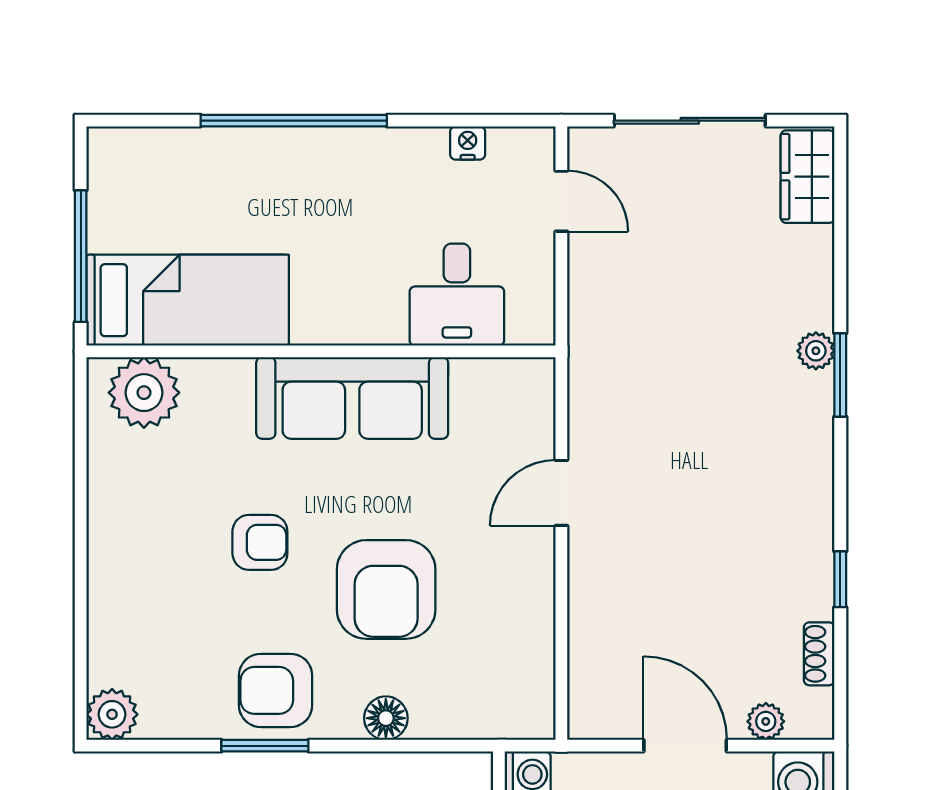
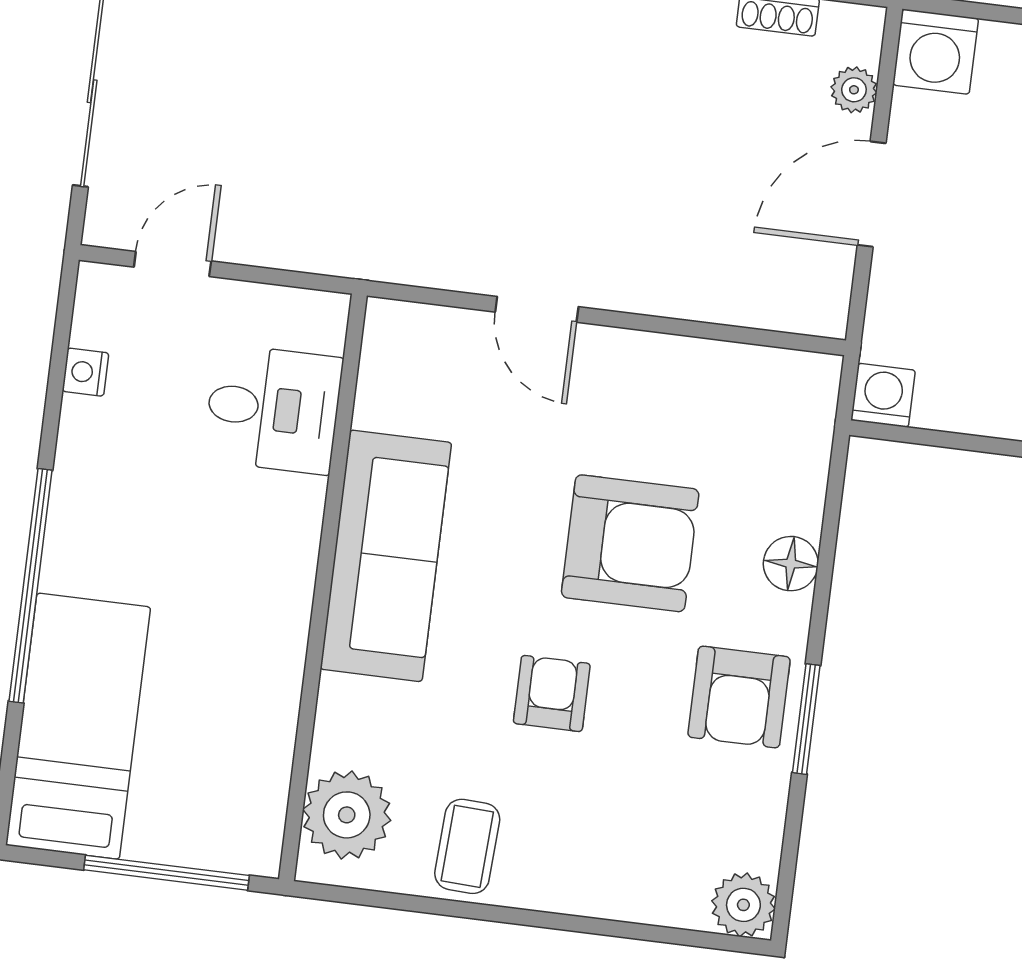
bed: (188, 300) -> (78, 726), moved
coffee table: (131, 491) -> (467, 846), added

